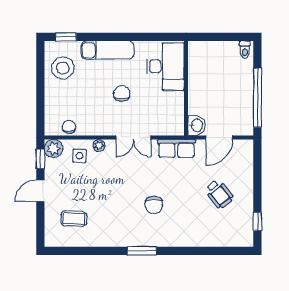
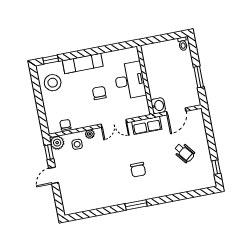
desk: (165, 66) -> (130, 80), moved
window: (257, 98) -> (199, 77), width x0.47
coffee table: (74, 219) -> (82, 191), removed

